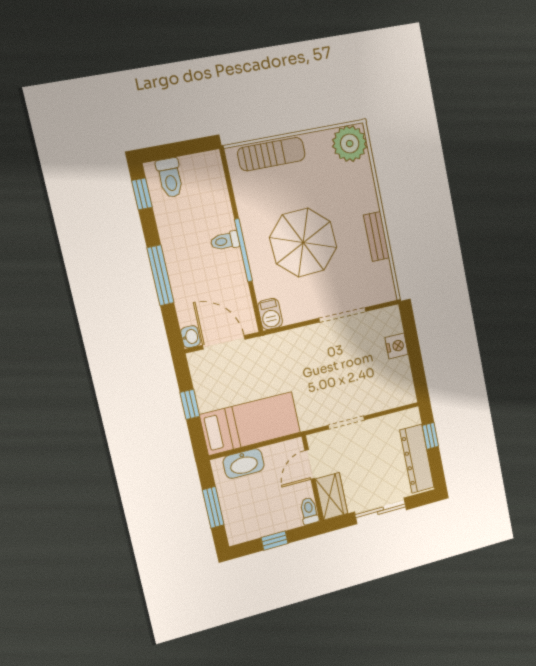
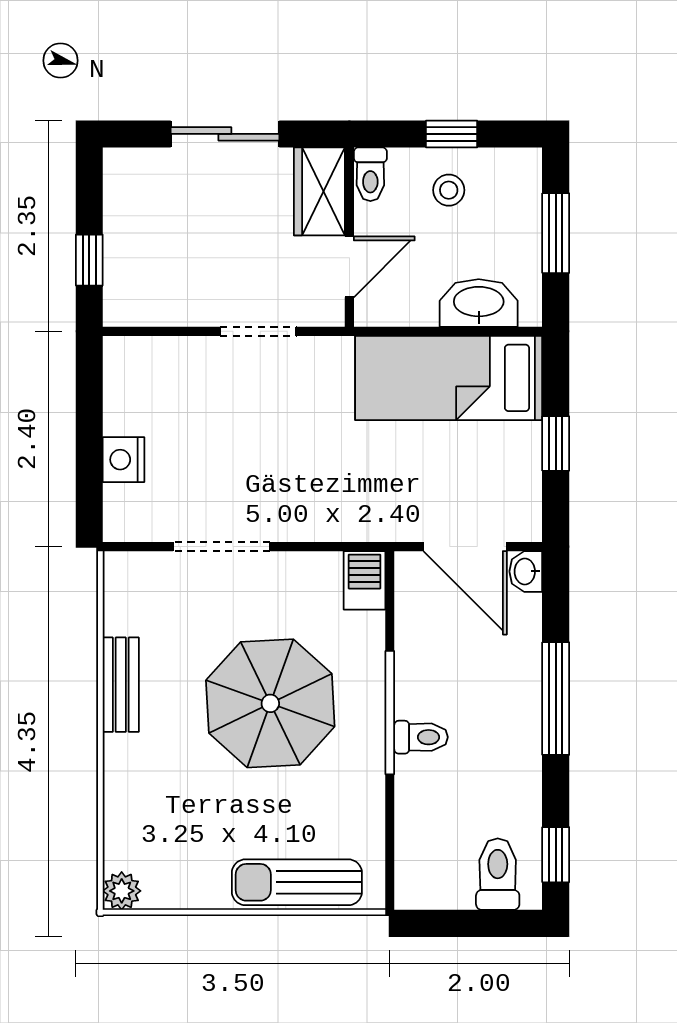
plant: (350, 144) -> (122, 891), width x0.53, depth x0.53
dresser: (417, 459) -> (127, 220), removed
stool: (270, 514) -> (449, 190), added

